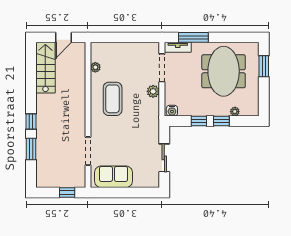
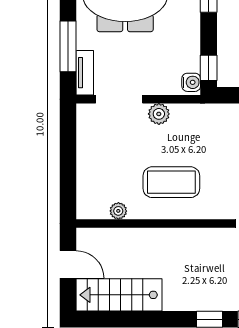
window: (199, 121) -> (209, 68), moved

